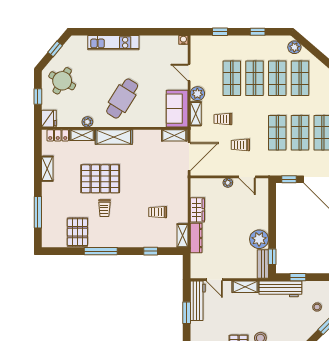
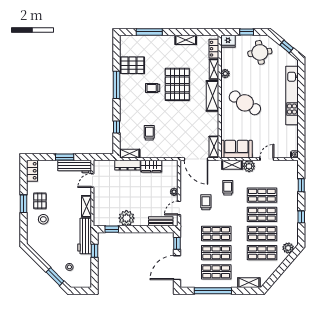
kitchen unit: (113, 43) -> (292, 96), width x1.36
round table: (62, 81) -> (260, 52), turned -37
bench: (263, 264) -> (161, 221), moved

